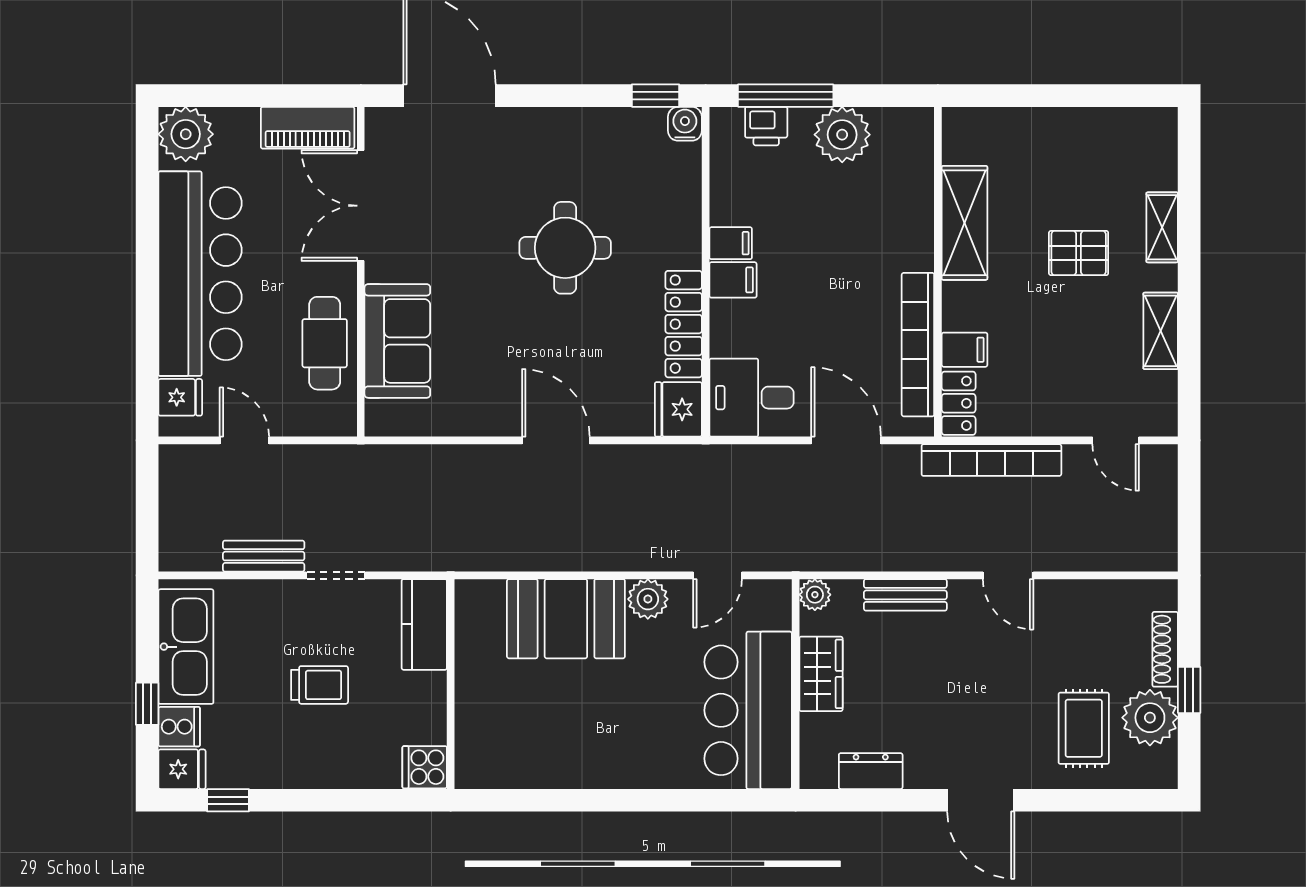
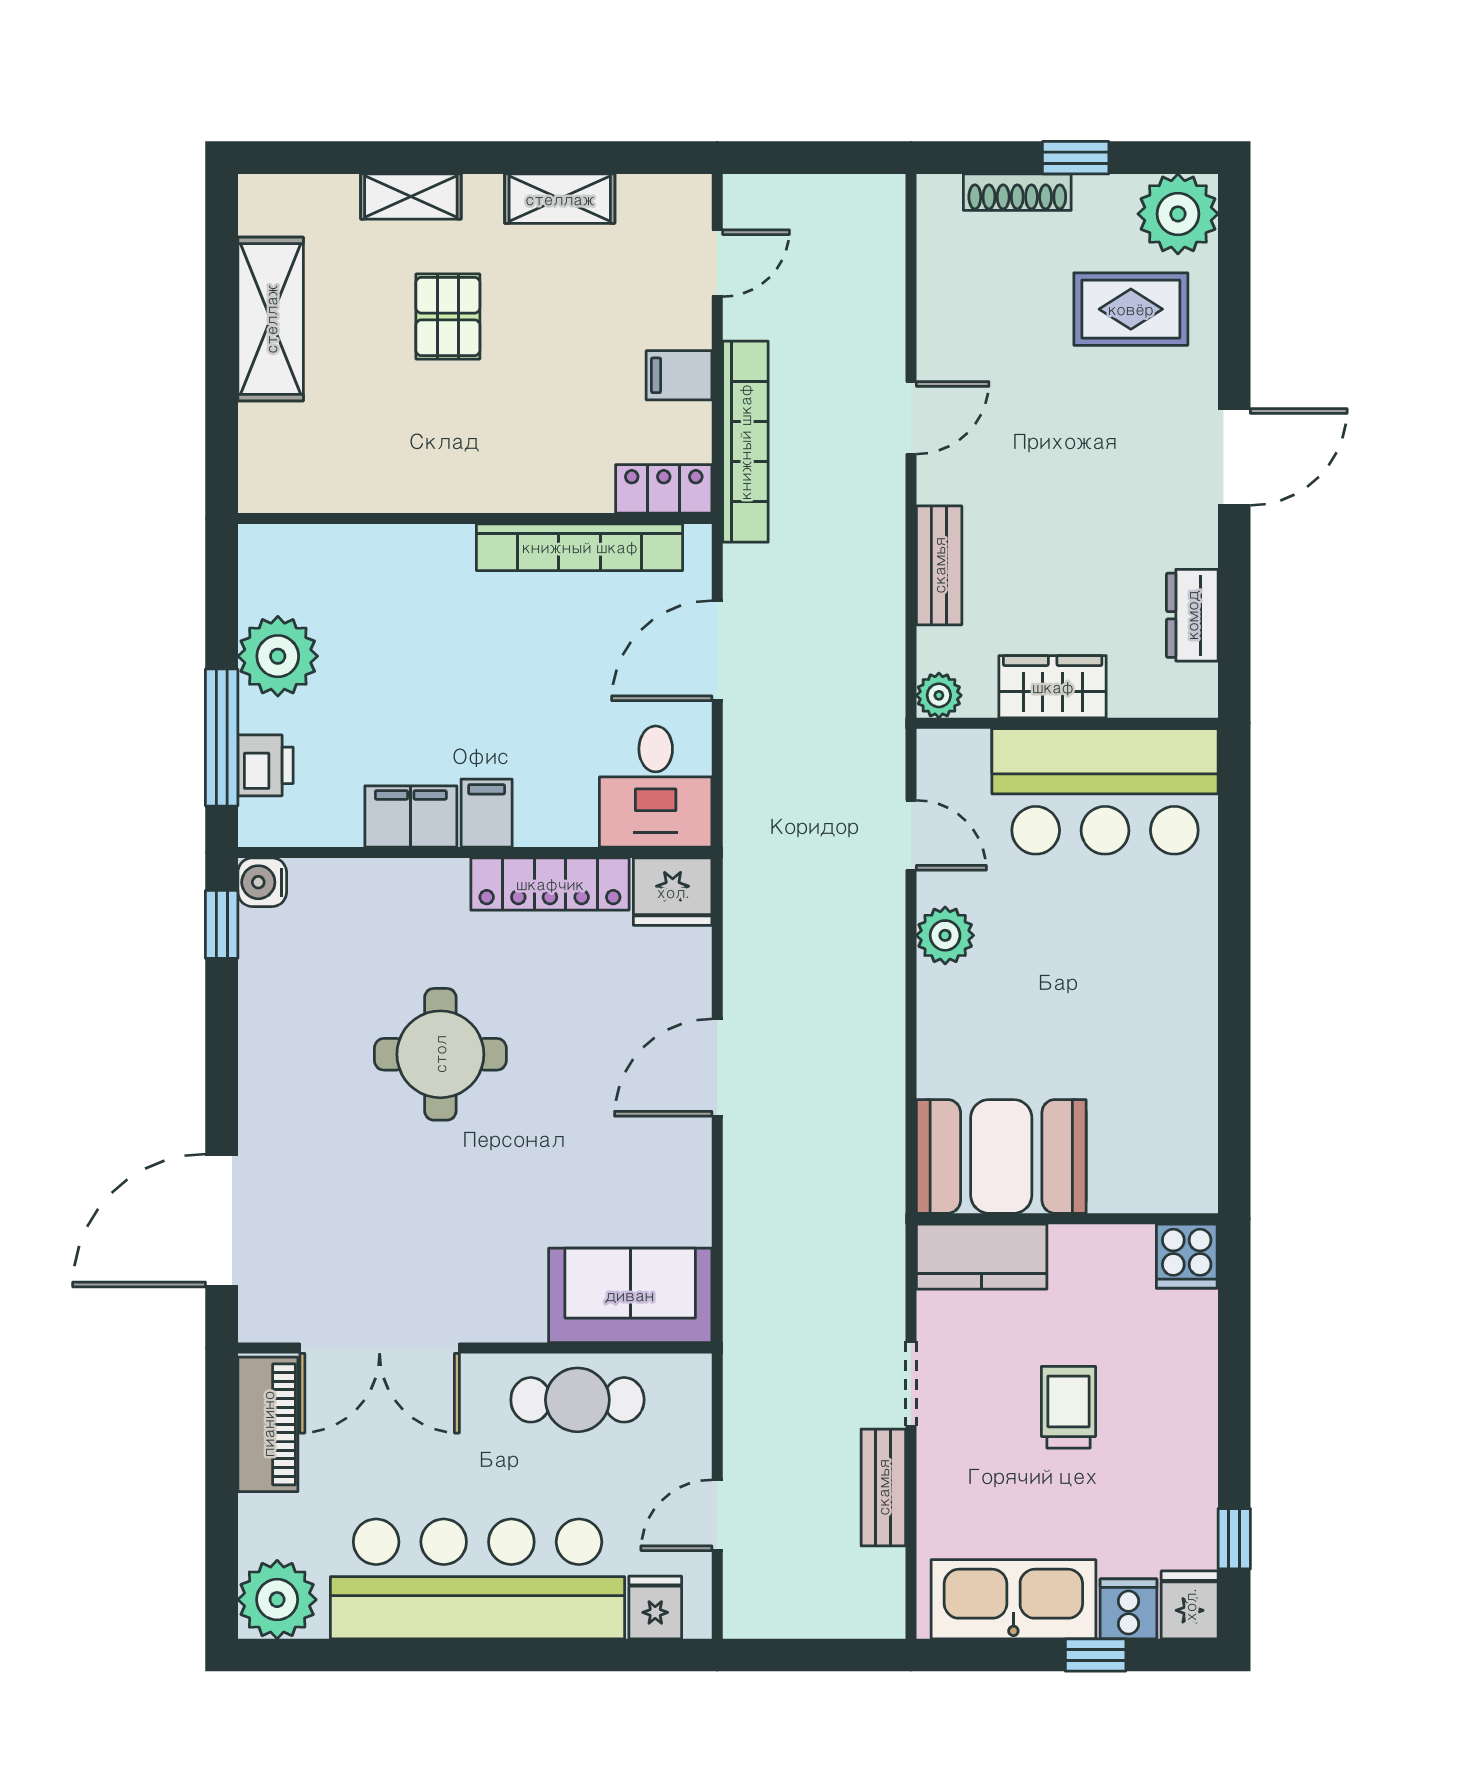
shelving: (965, 223) -> (271, 319), moved, turned 90
filing cabinet: (731, 243) -> (411, 816), width x2.00
sofa: (397, 341) -> (630, 1295), moved
filing cabinet: (965, 350) -> (679, 375), moved, turned -90
booth: (566, 619) -> (1001, 1156), moved, turned 90
plant: (1150, 718) -> (1178, 214), moved

